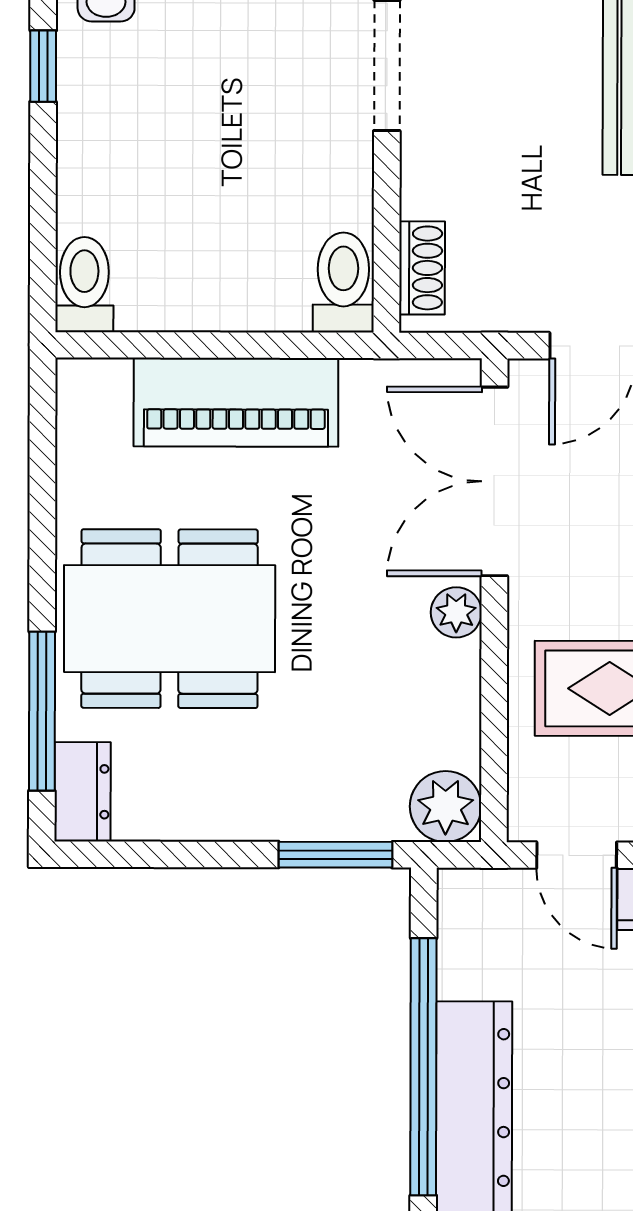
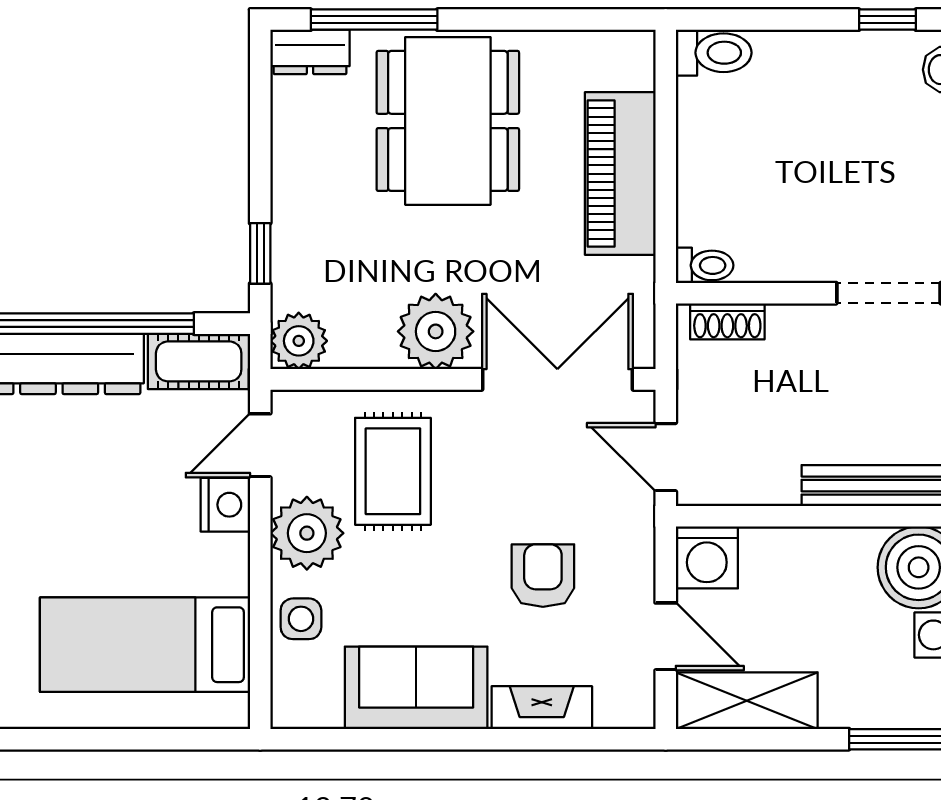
toilet: (343, 282) -> (705, 265), width x0.73, depth x0.72
plant: (456, 612) -> (436, 331), width x1.88, depth x1.88
window: (335, 855) -> (260, 253), width x0.67
cot: (471, 932) -> (199, 361), added

